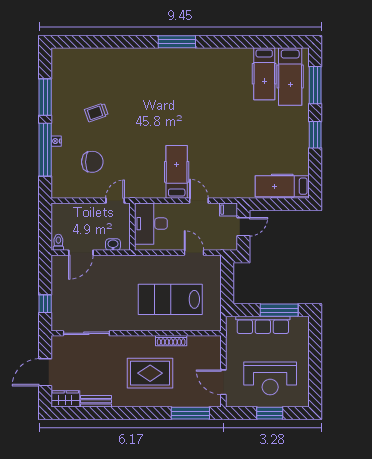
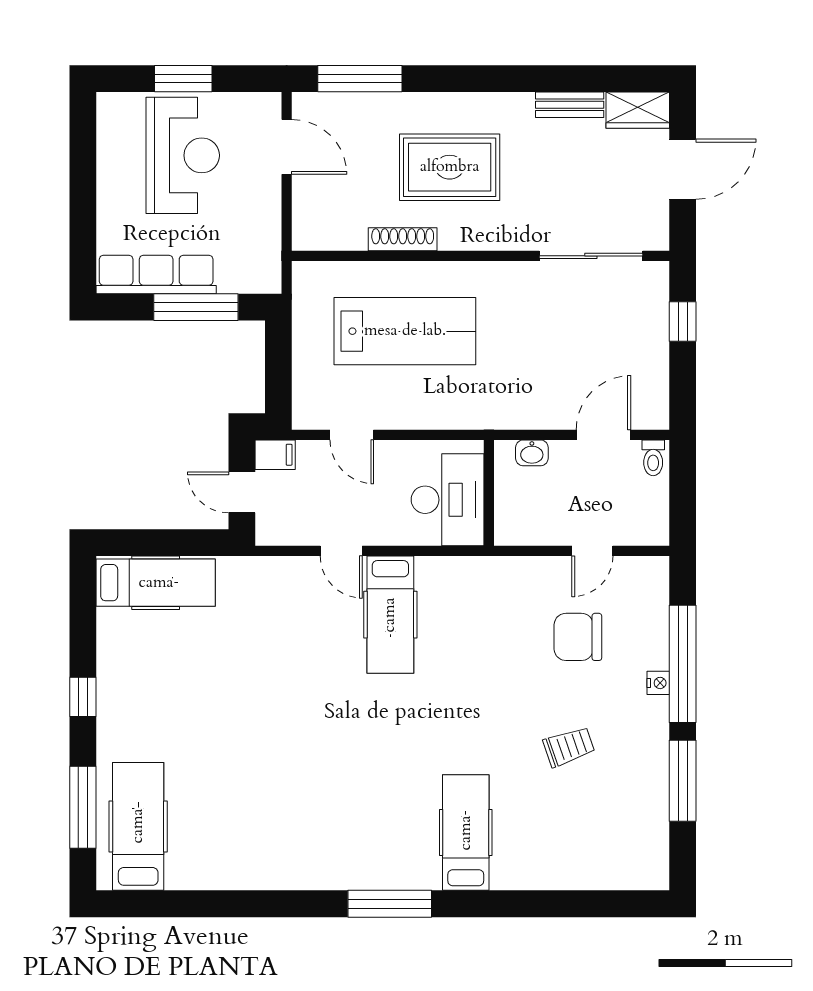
hospital bed: (264, 74) -> (466, 833), moved
window: (315, 135) -> (83, 697), width x0.67
door: (115, 201) -> (592, 551), moved
filing cabinet: (229, 210) -> (275, 455), moved
door: (243, 227) -> (242, 492), hinge flipped
window: (279, 310) -> (196, 307), moved
row of seats: (263, 325) -> (156, 275), moved
reception desk: (270, 378) -> (183, 155), turned 90

